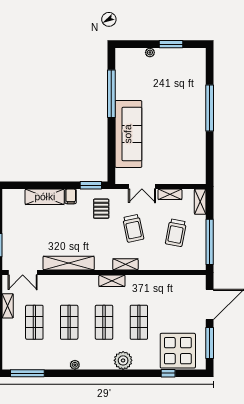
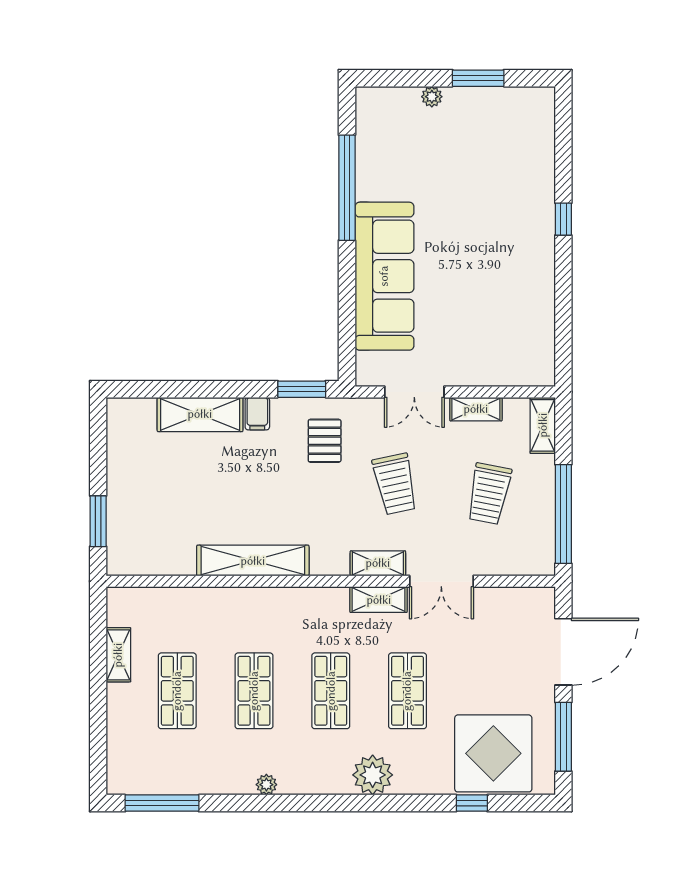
window: (210, 108) -> (563, 219), width x0.32
double door: (23, 273) -> (441, 581), moved
shelving: (112, 281) -> (379, 600), moved

